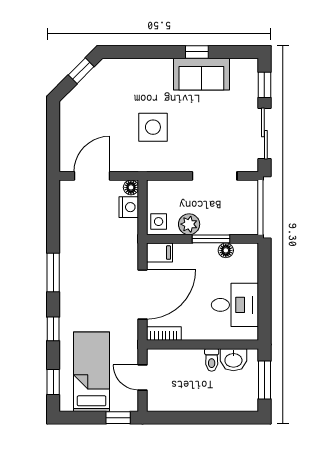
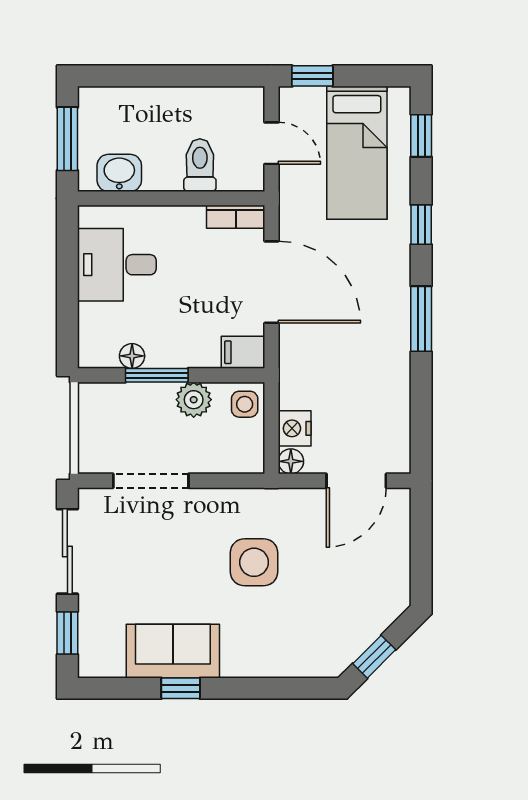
door: (143, 294) -> (271, 282), swing flipped
toilet: (212, 360) -> (200, 165), moved, width x1.37, depth x1.39

